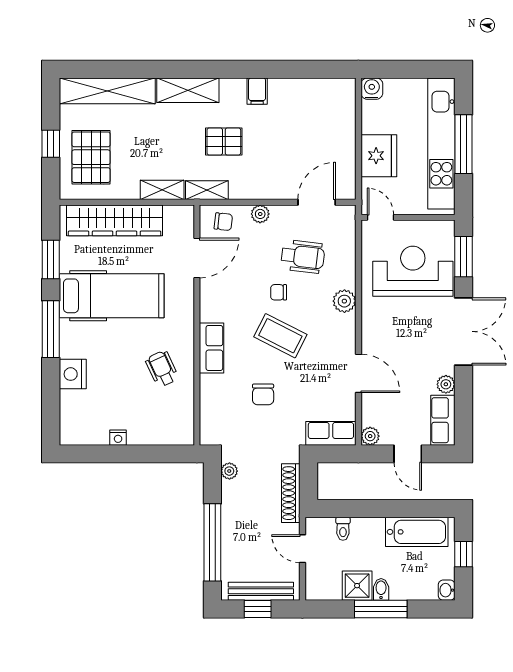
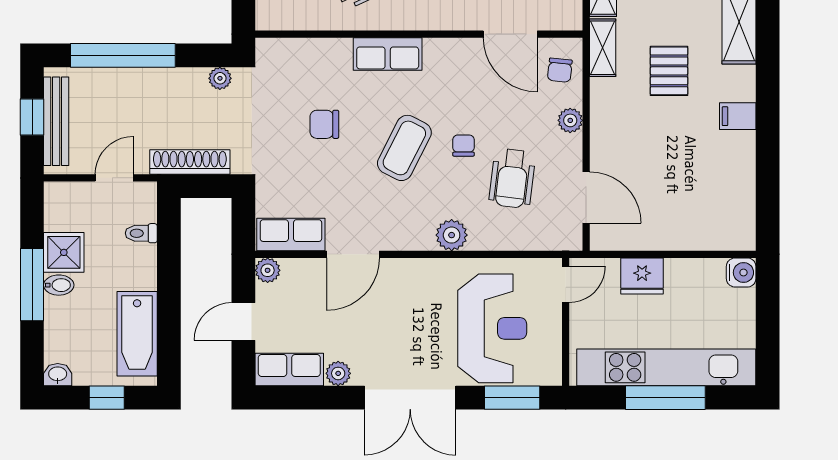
fridge: (379, 156) -> (642, 276), width x0.73, depth x0.75
row of seats: (331, 433) -> (291, 234), moved, turned -90

